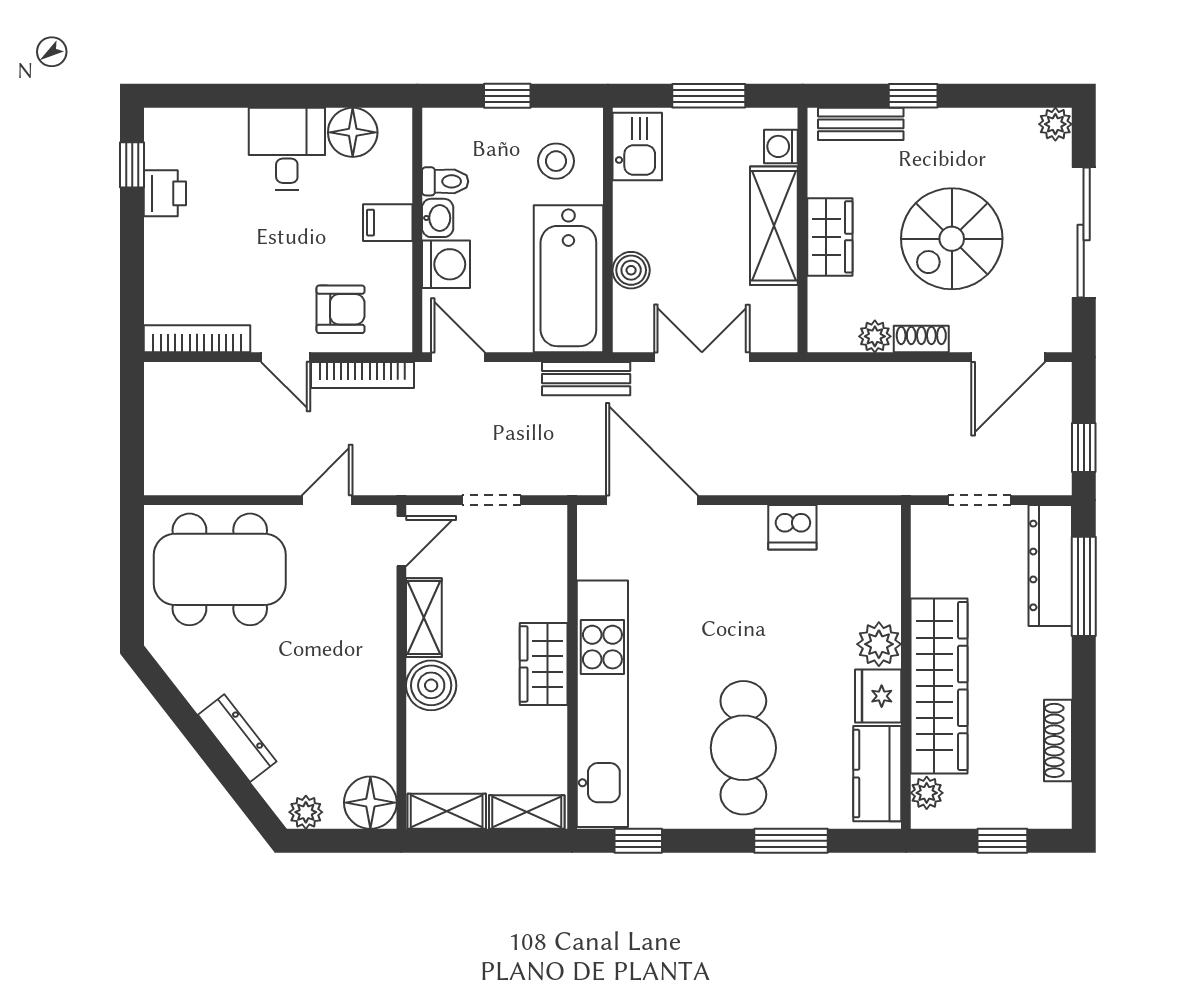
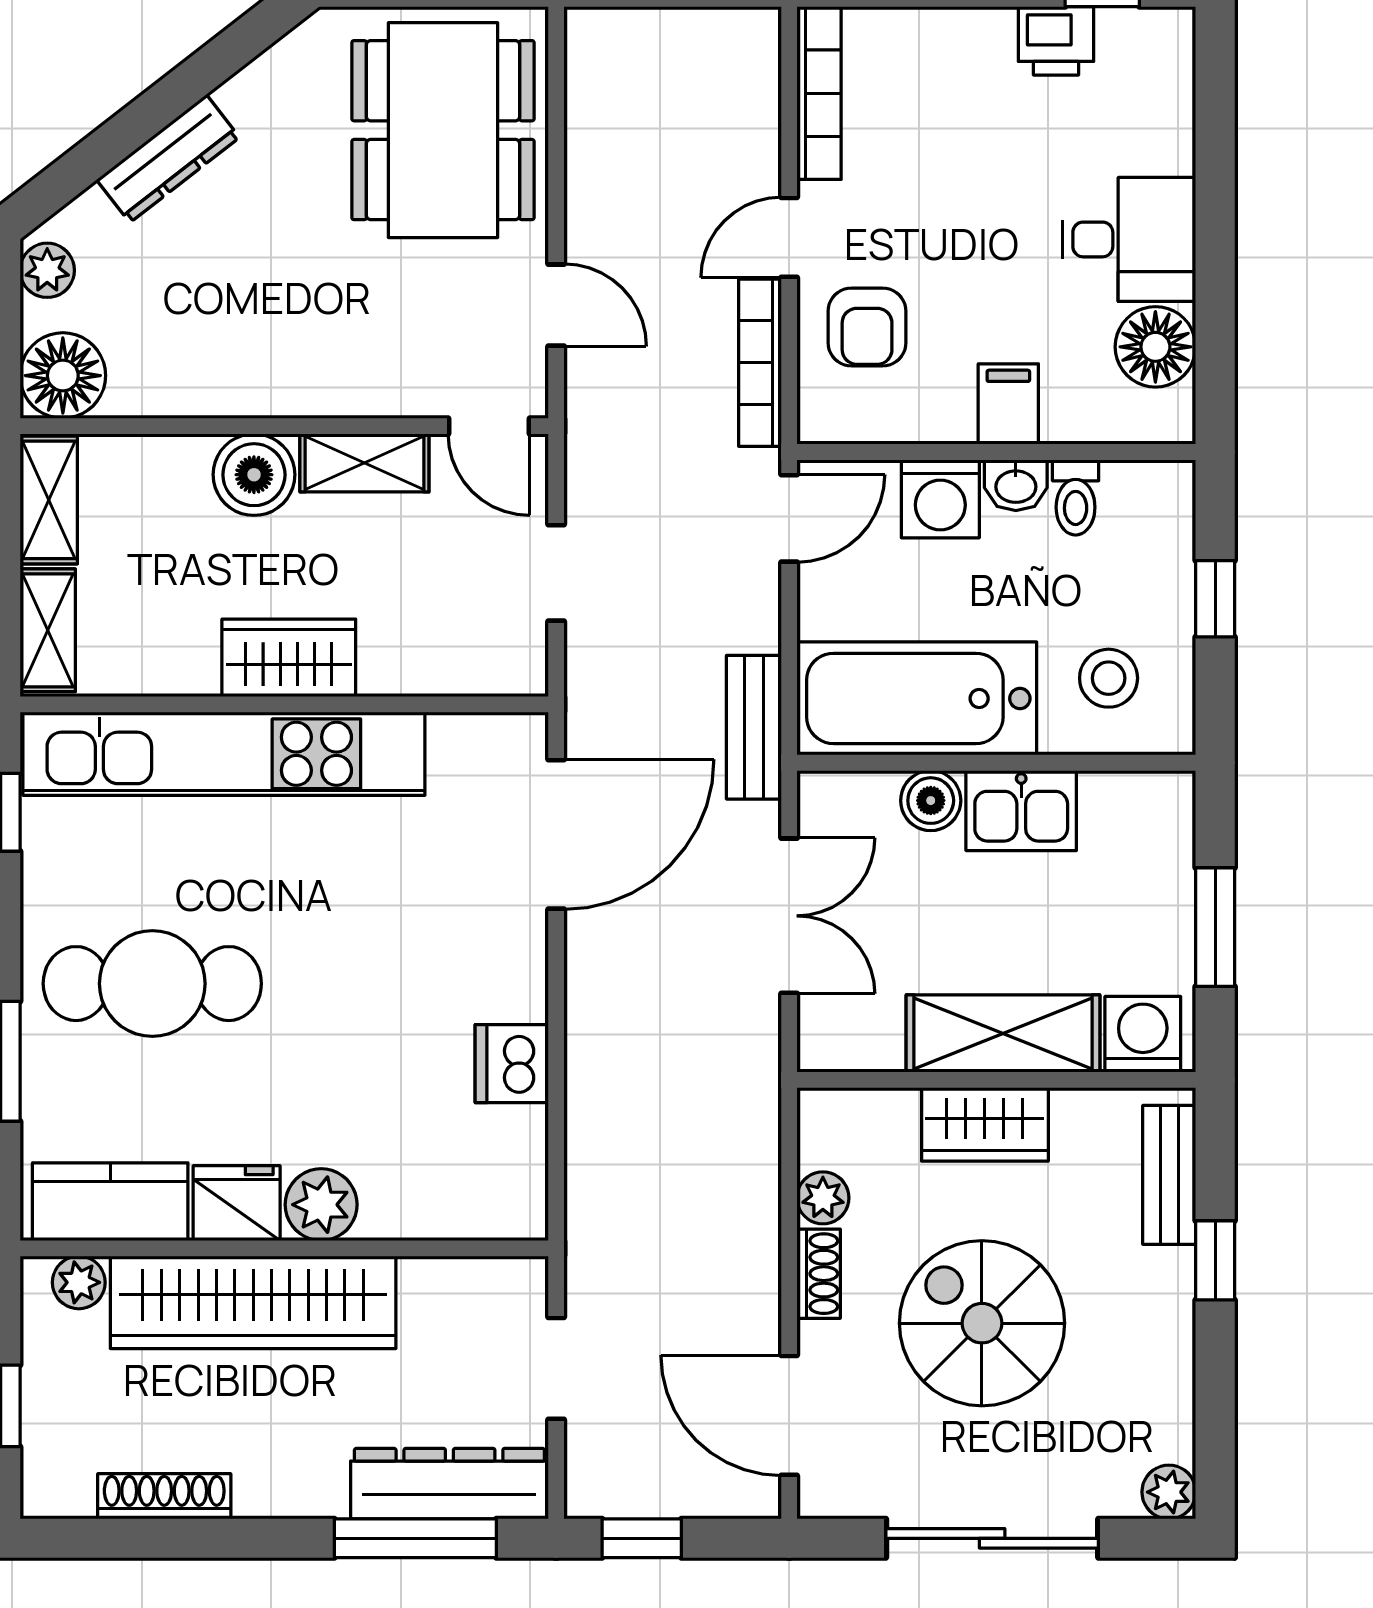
kitchen sink: (637, 146) -> (1021, 811), moved
washing machine: (781, 146) -> (1143, 1034), width x1.38, depth x1.38

